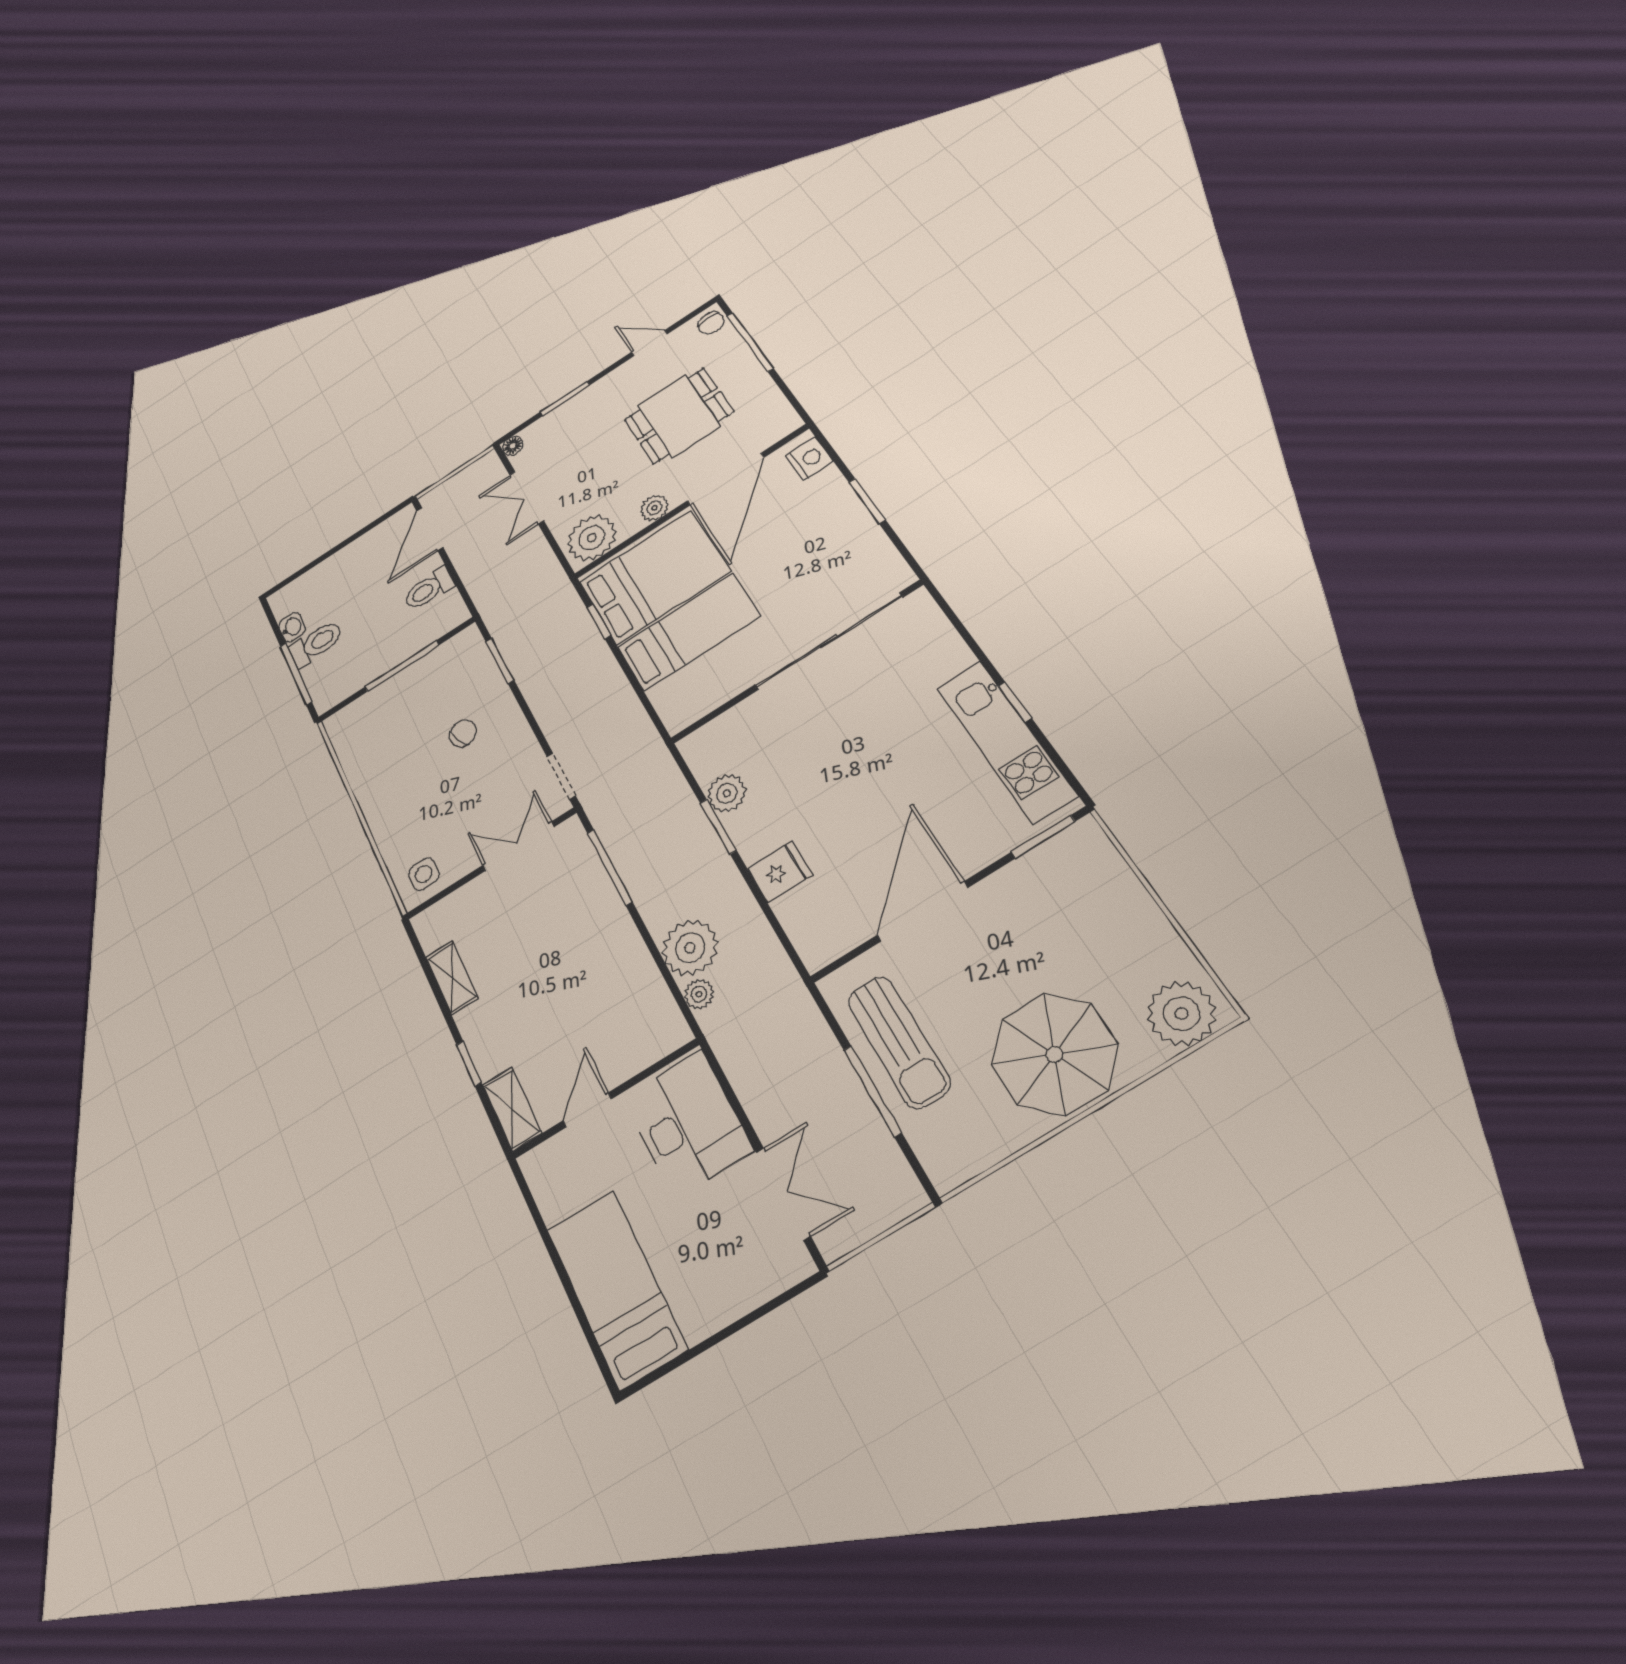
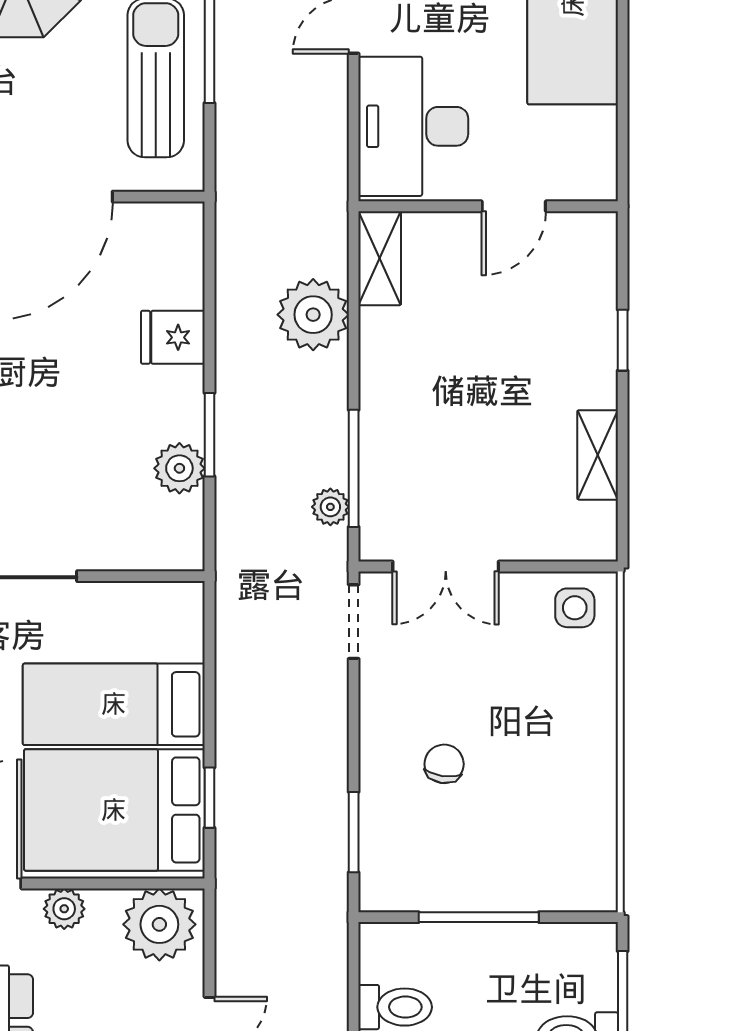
chair: (463, 733) -> (444, 764), turned 121
plant: (699, 994) -> (330, 507), moved
shelving: (512, 1109) -> (380, 258), moved

